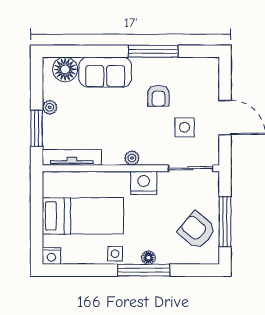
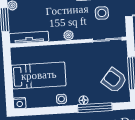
nightstand: (144, 183) -> (77, 51), removed
window: (144, 270) -> (95, 108), moved

